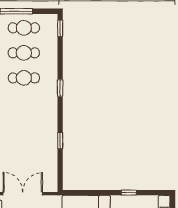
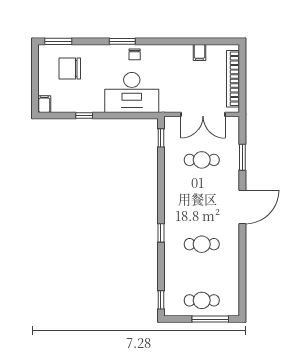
cafe table: (24, 53) -> (202, 160), moved
window: (60, 141) -> (161, 138), moved

